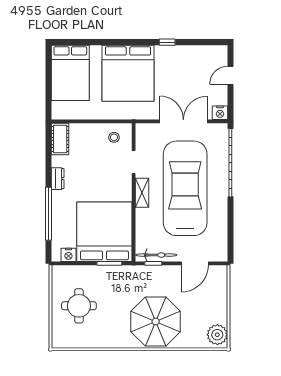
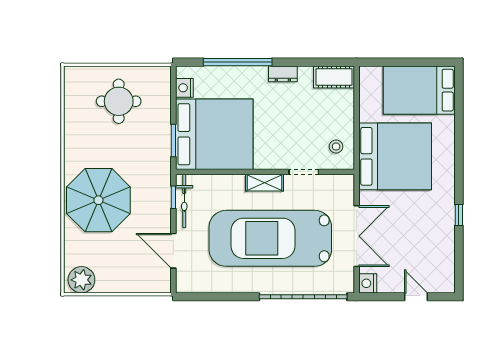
bed: (128, 73) -> (395, 156), moved, turned 180
car: (185, 188) -> (270, 238), turned 180

